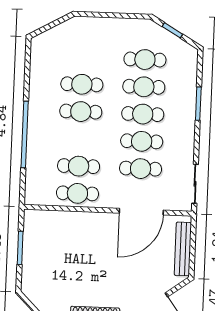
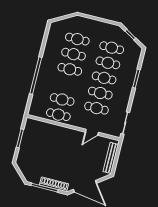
cafe table: (83, 57) -> (77, 39), added
door: (141, 212) -> (92, 132), width x0.53

